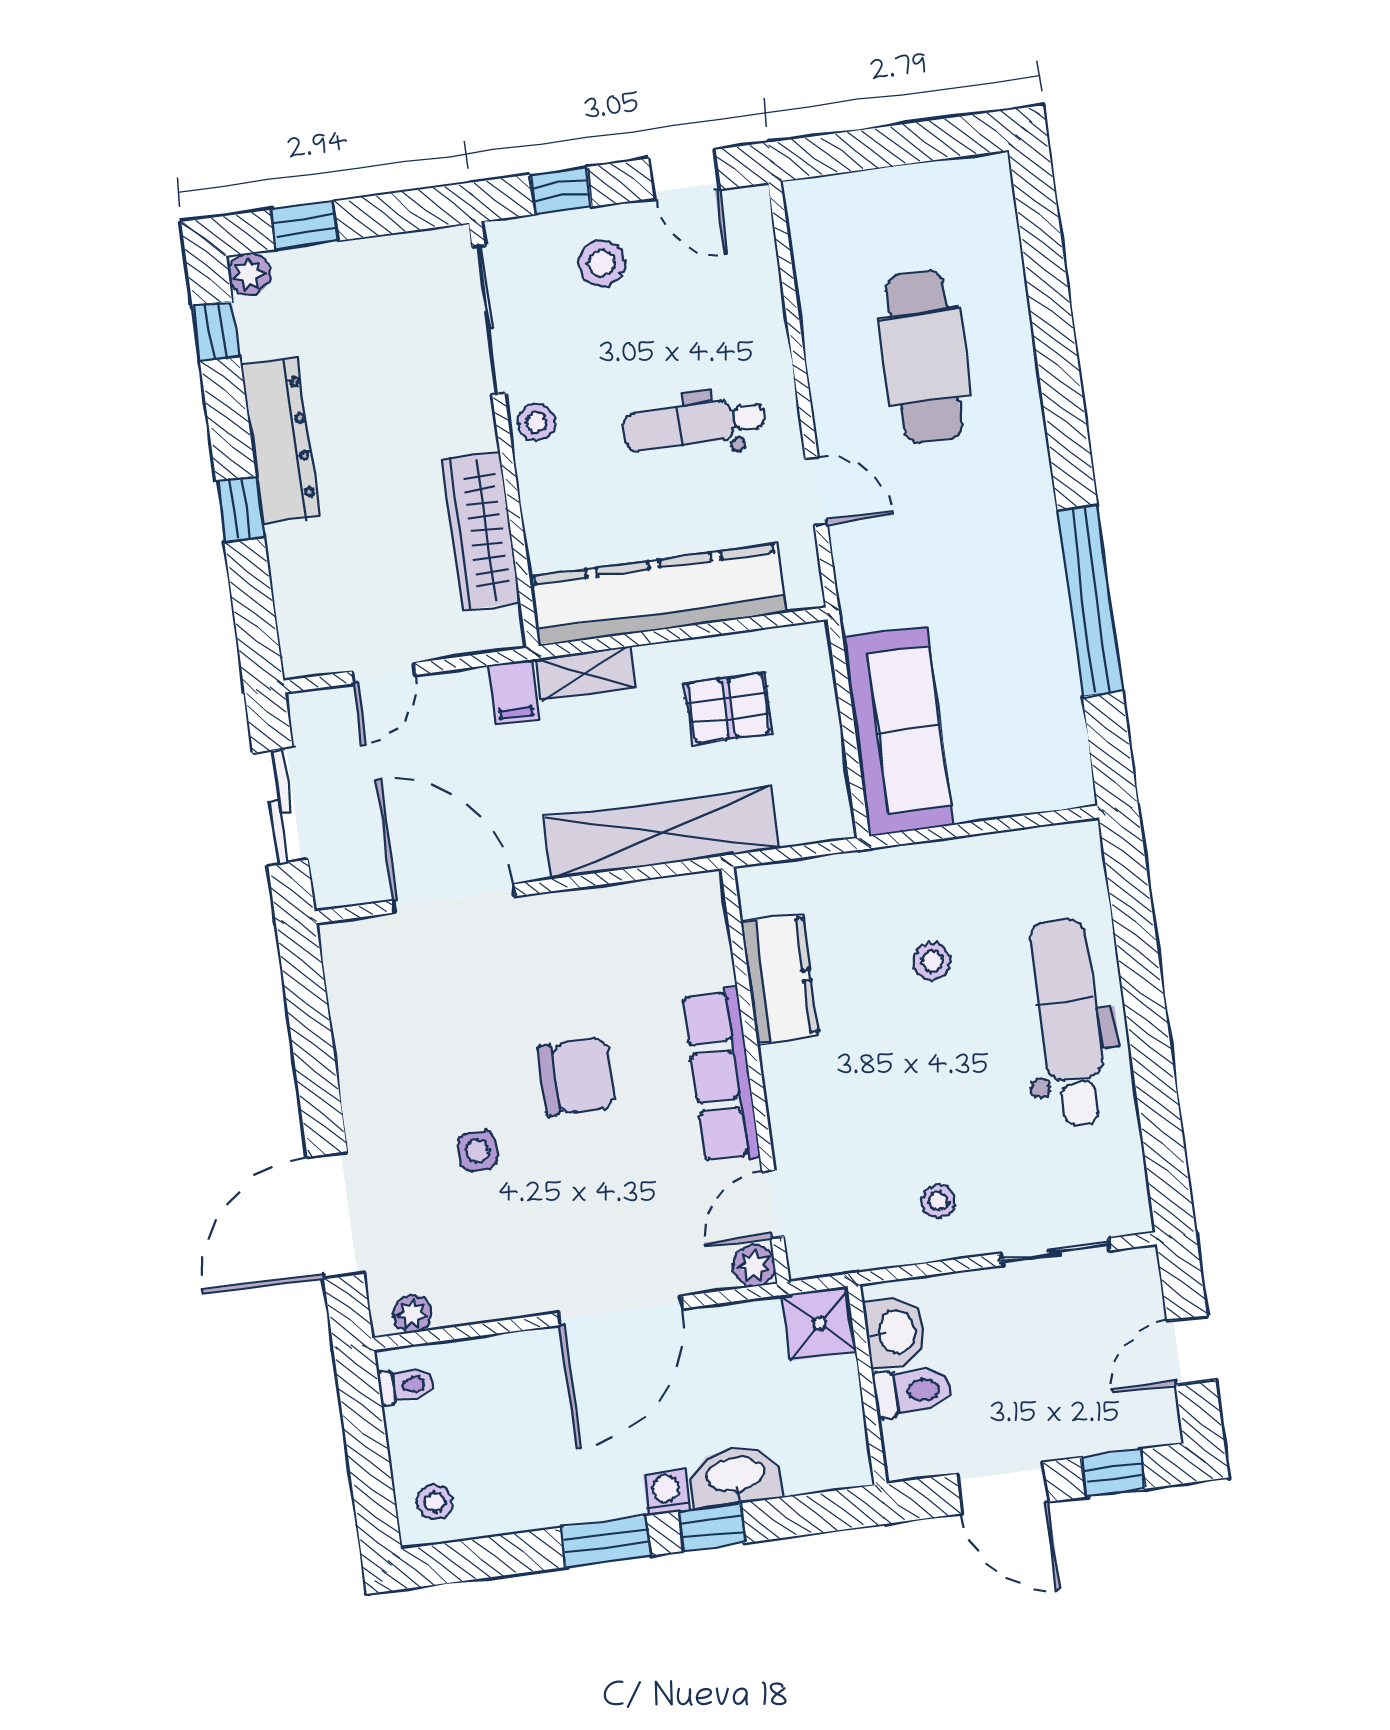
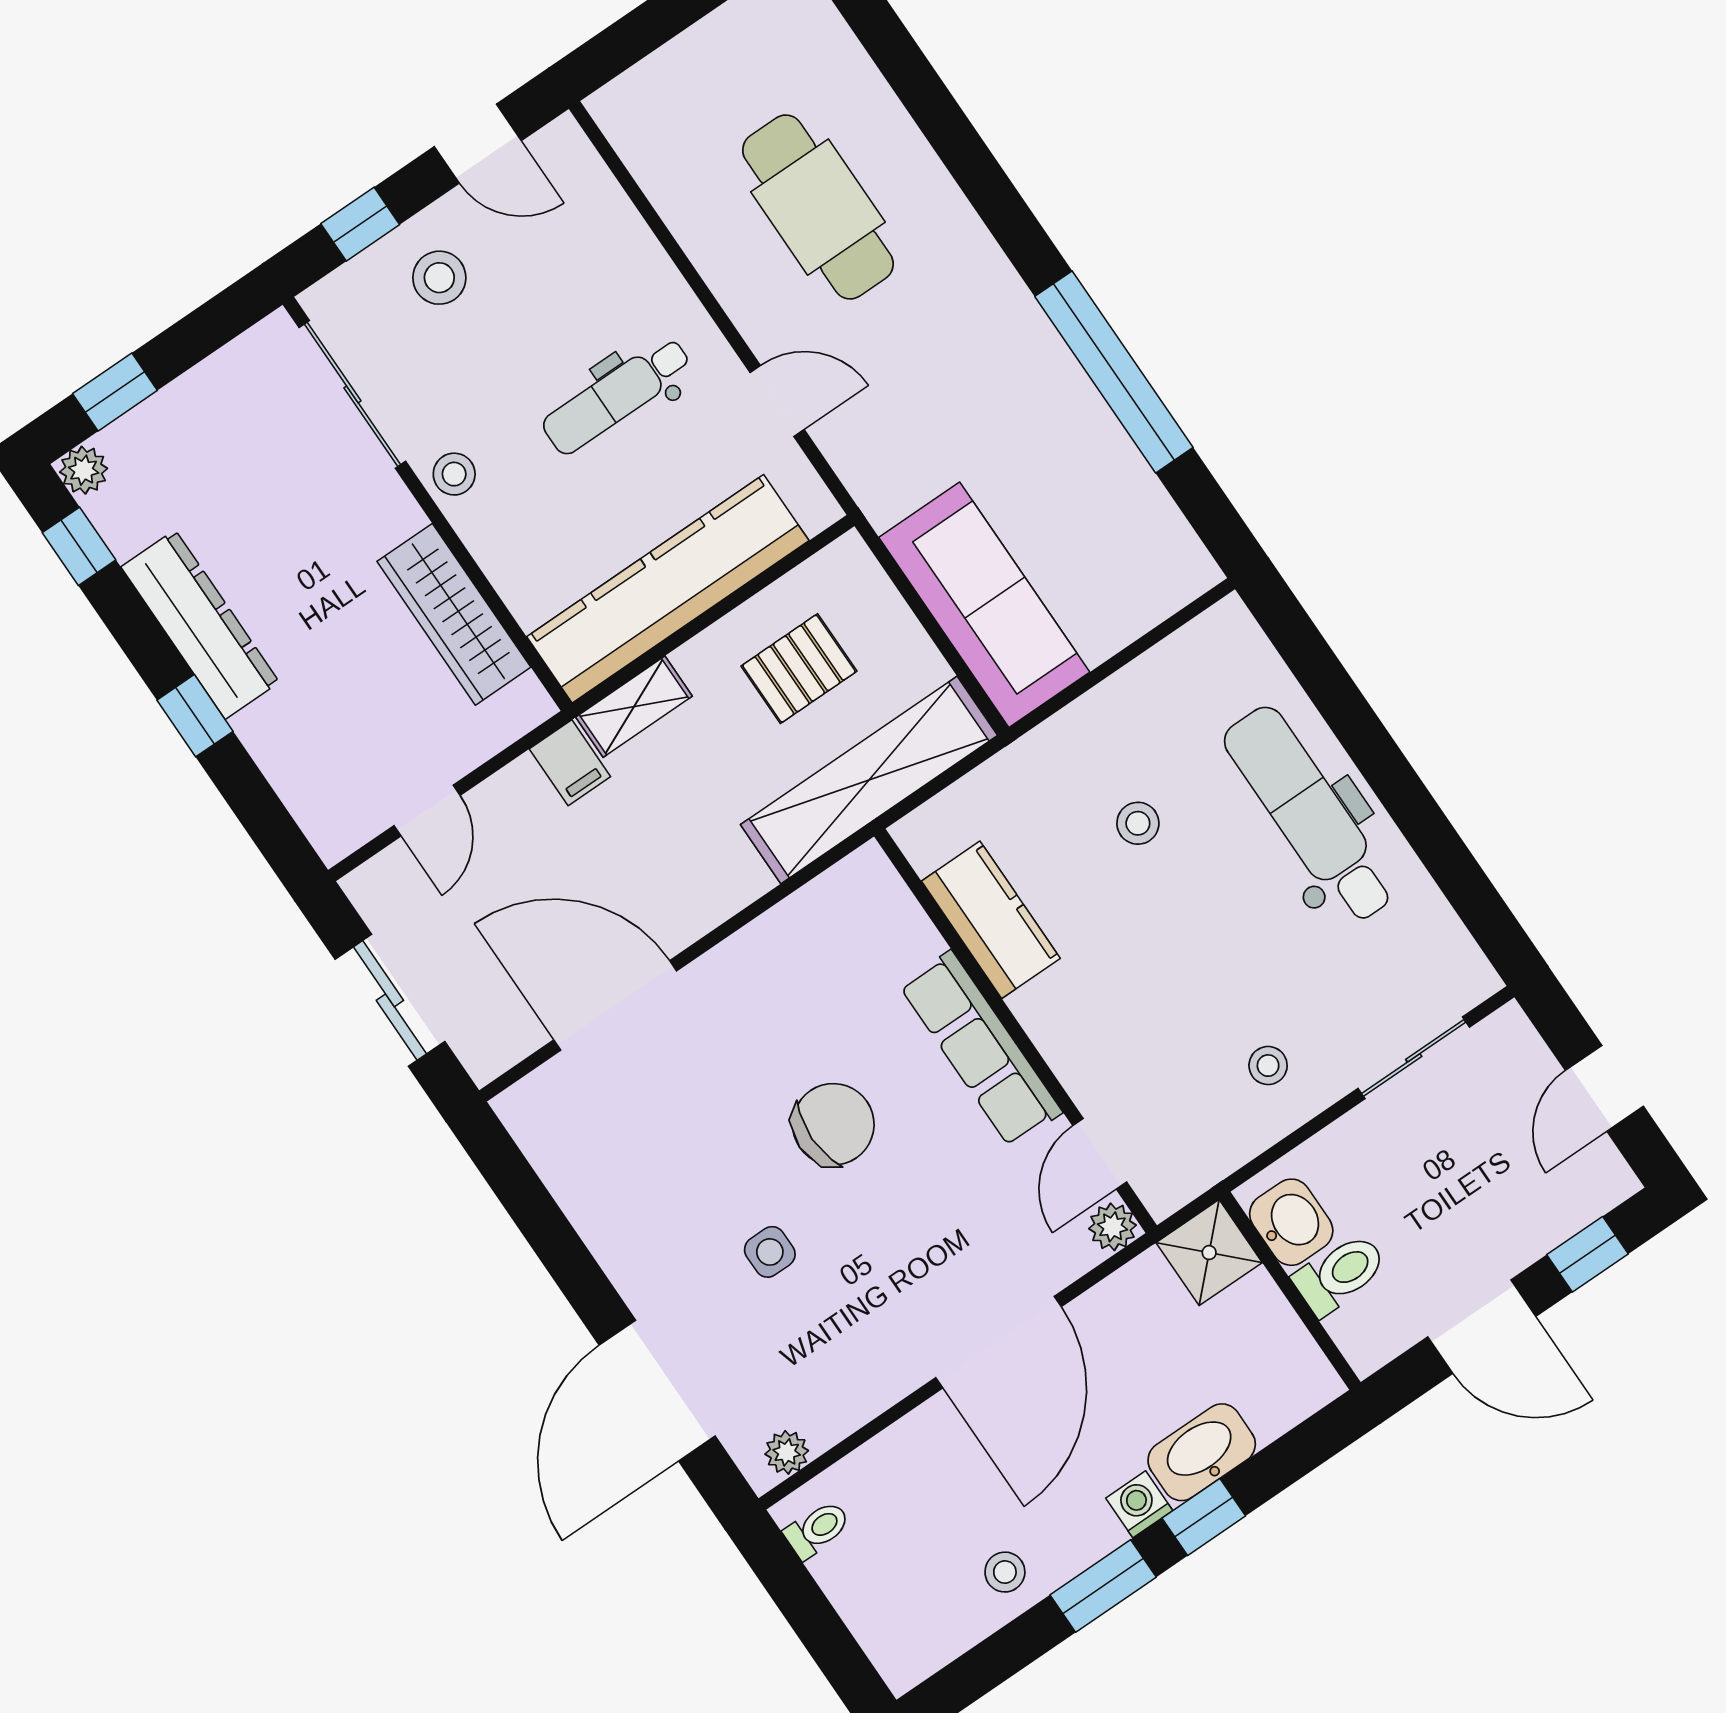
shelving: (662, 833) -> (869, 780), moved
stool: (434, 1502) -> (1005, 1572), moved

